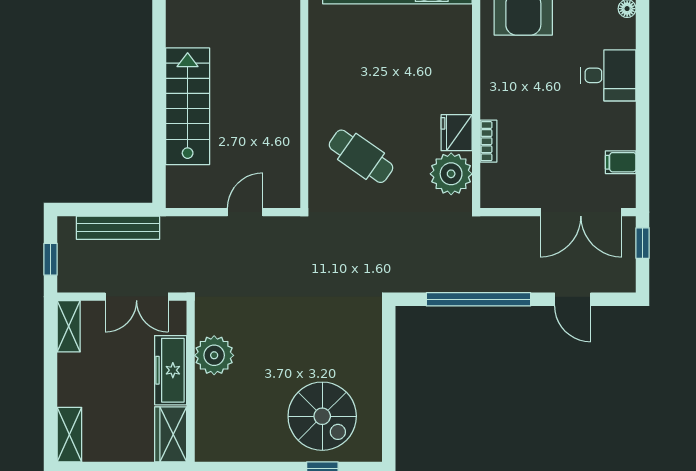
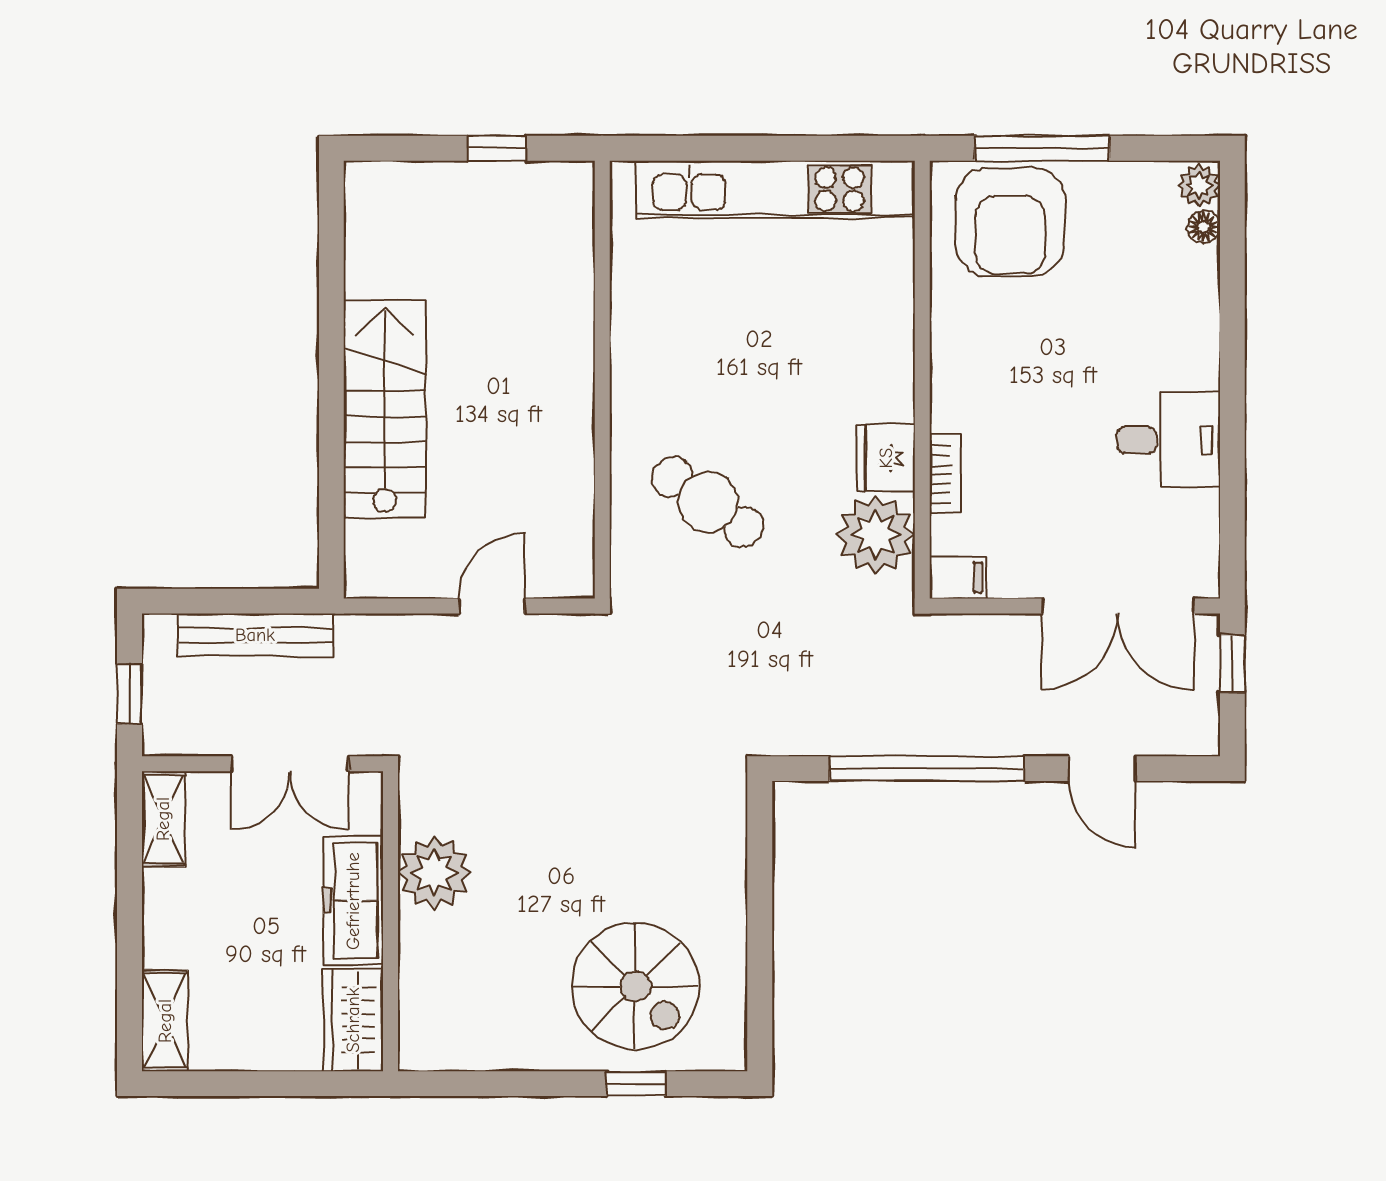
desk: (608, 75) -> (1169, 440), moved
filing cabinet: (621, 162) -> (958, 577), moved, turned 180

